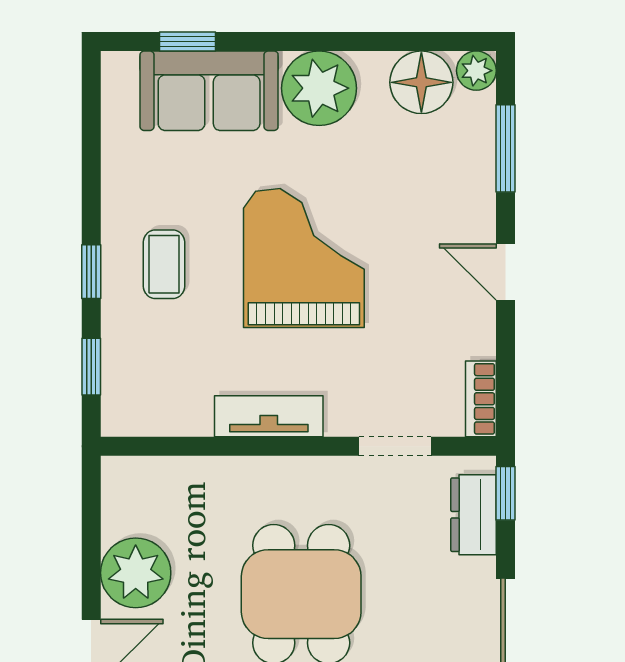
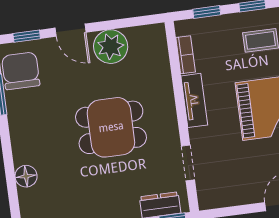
bookcase: (481, 399) -> (186, 55), moved, turned 90

